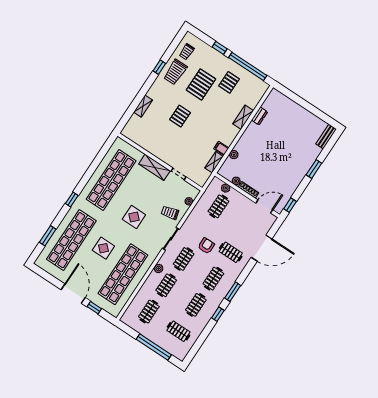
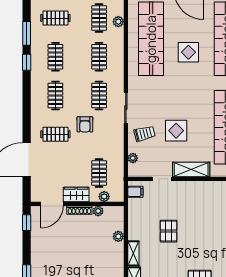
pallet: (180, 116) -> (168, 231), moved
filing cabinet: (221, 148) -> (135, 192), moved
shelving: (214, 162) -> (133, 253), moved
wardrobe: (244, 202) -> (76, 194), added
display table: (134, 217) -> (176, 131), moved
plant: (159, 268) -> (118, 22), moved
window: (233, 292) -> (27, 33), moved

